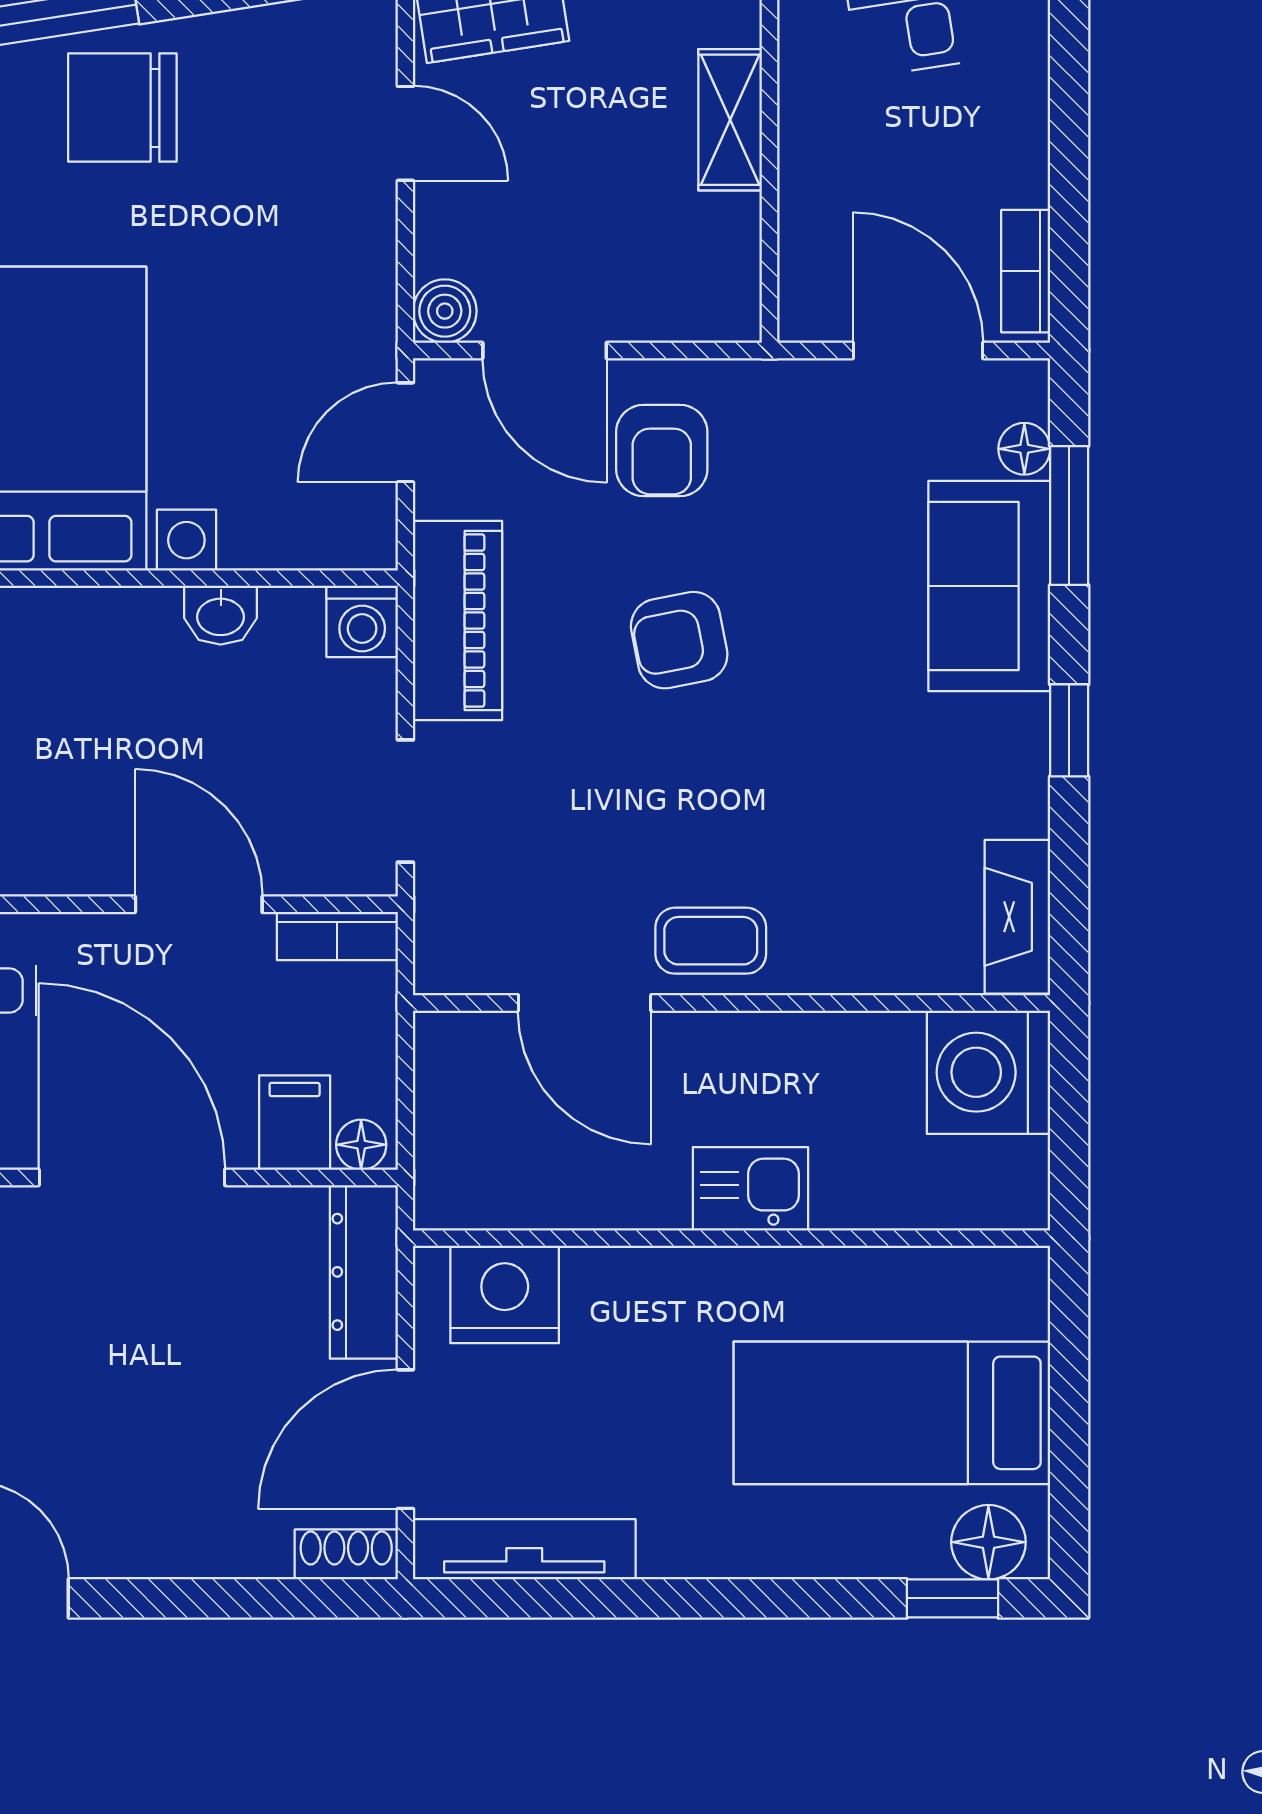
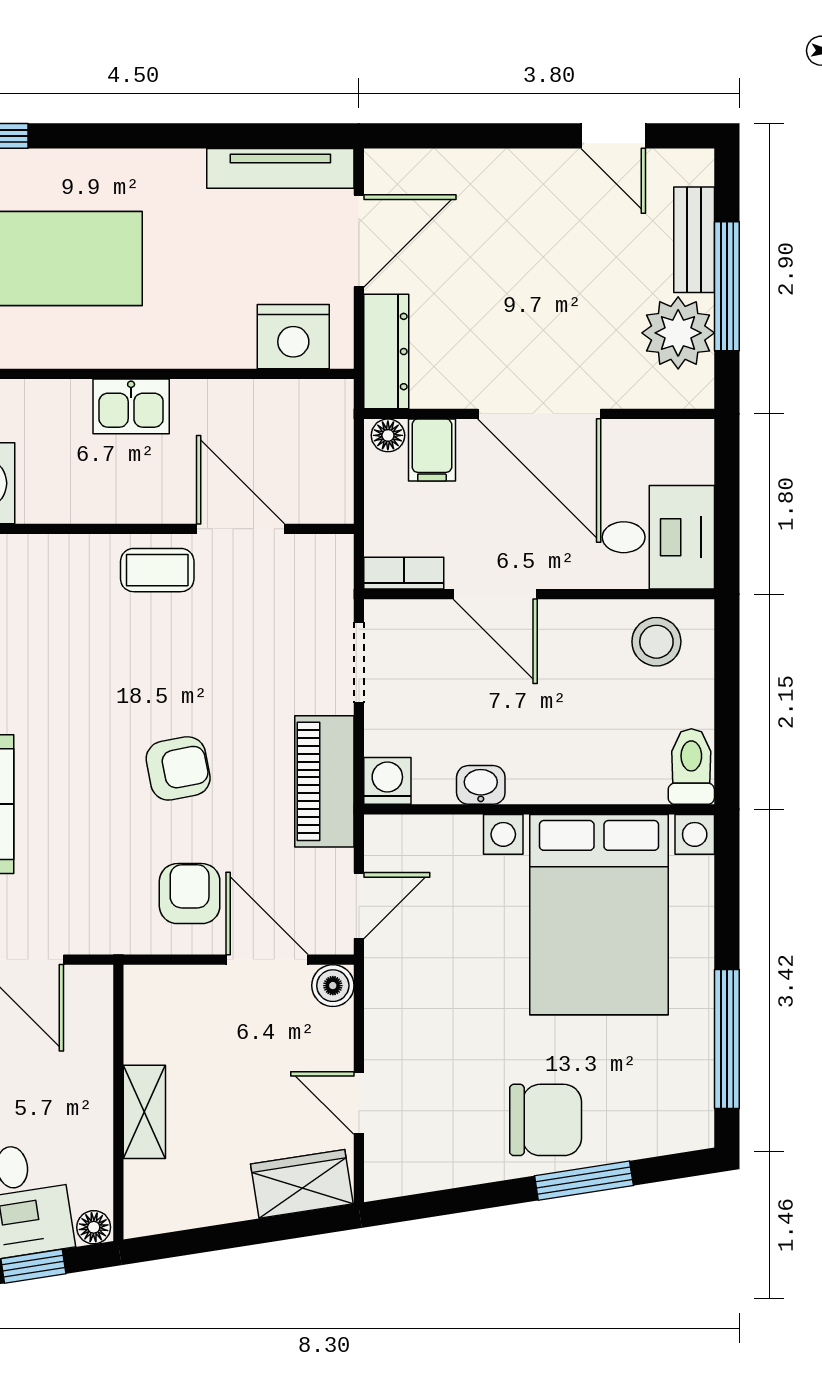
shoe rack: (346, 1554) -> (398, 165), removed

